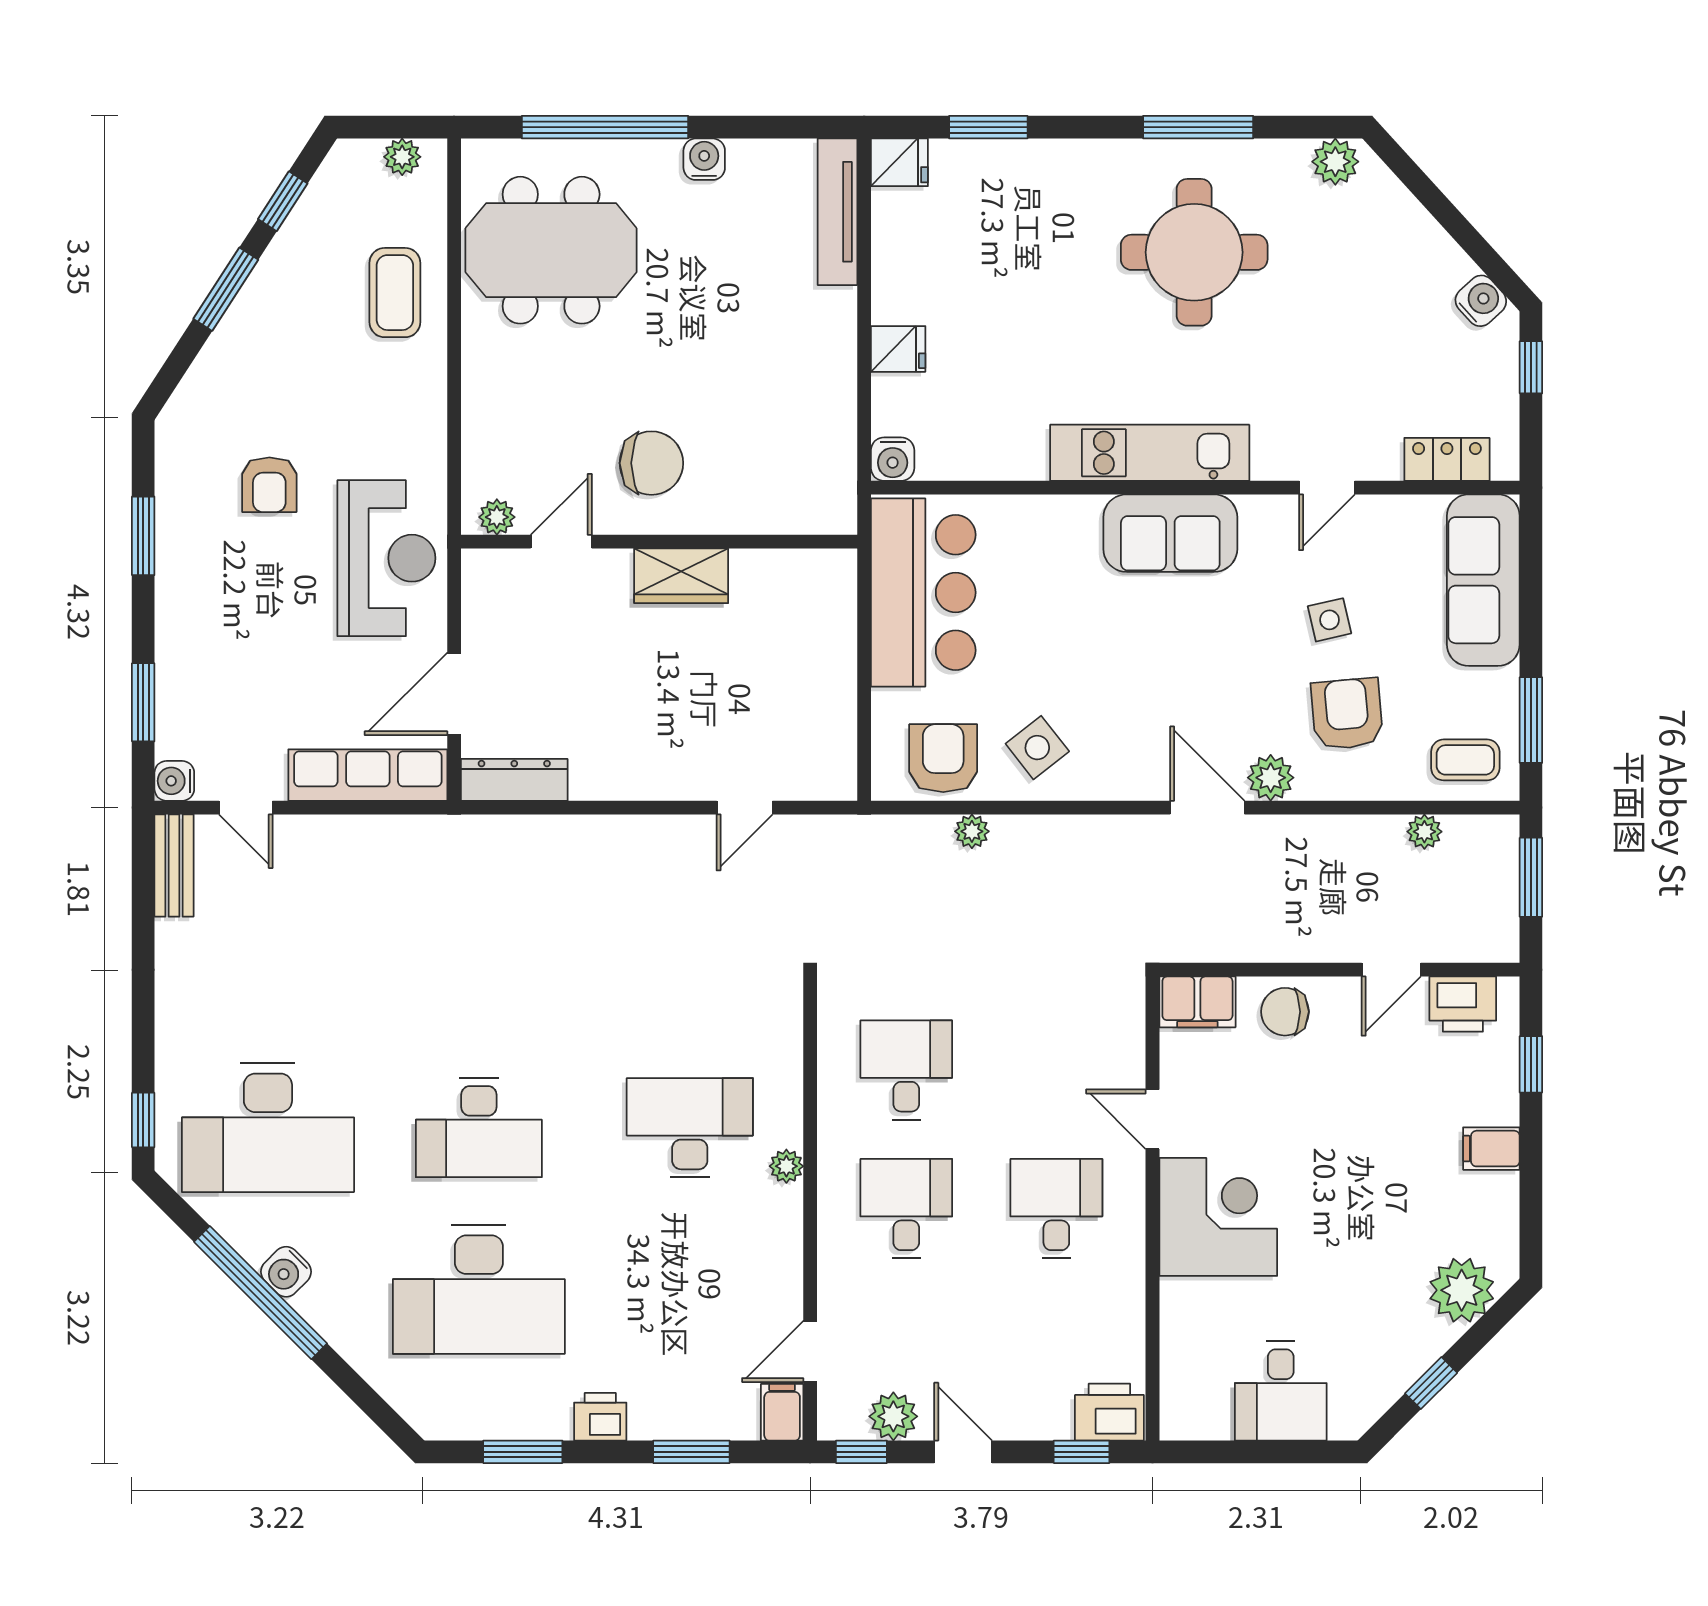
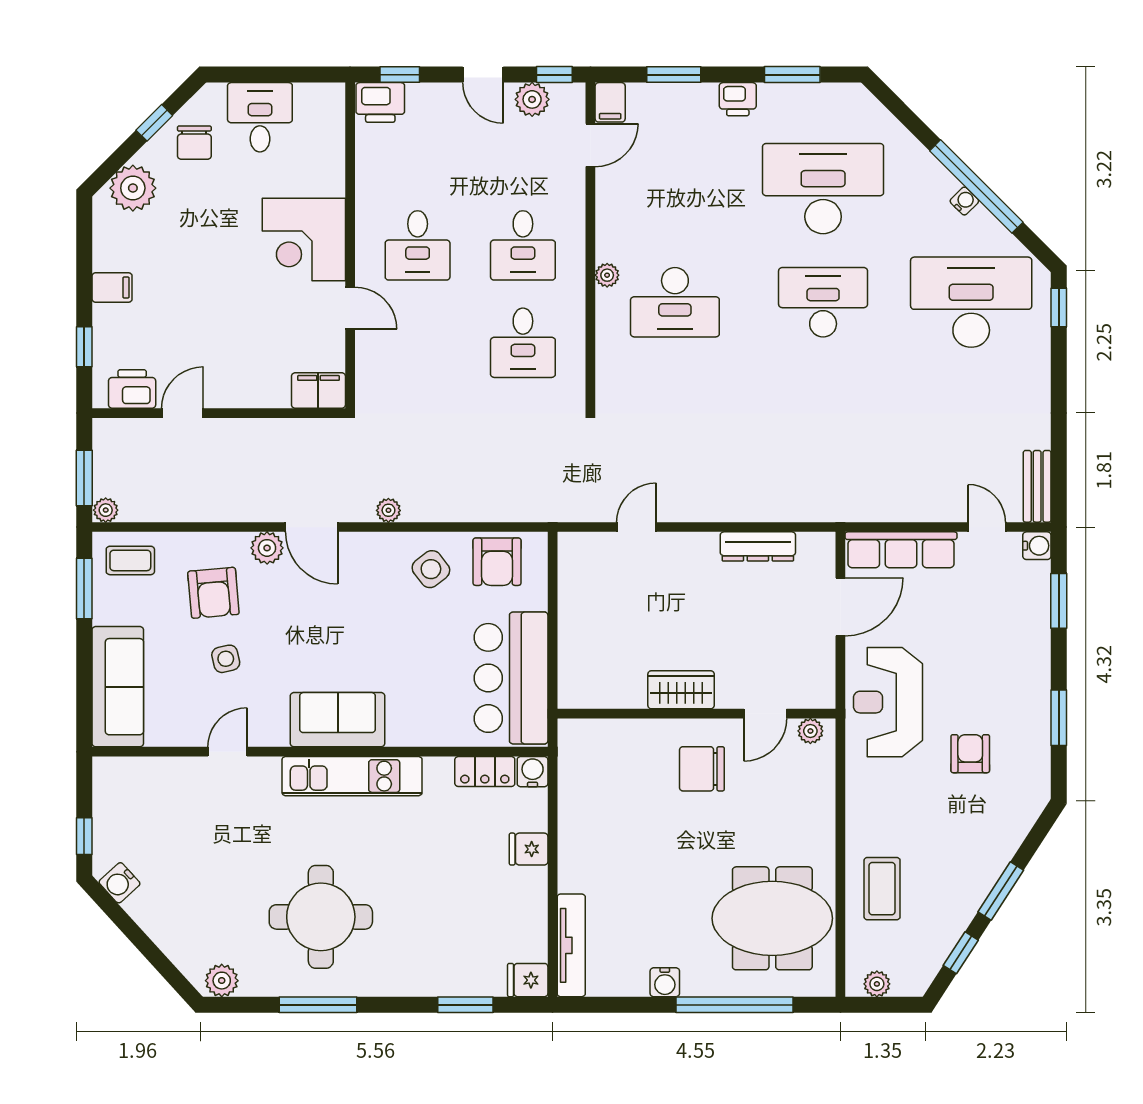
locker: (1447, 459) -> (485, 772), moved
dresser: (514, 780) -> (758, 546), moved
plant: (972, 831) -> (388, 510), moved
plant: (1424, 832) -> (106, 510), moved
chair: (1285, 1012) -> (194, 143), moved, turned 90
water cooler: (286, 1272) -> (964, 201), width x0.72, depth x0.72

